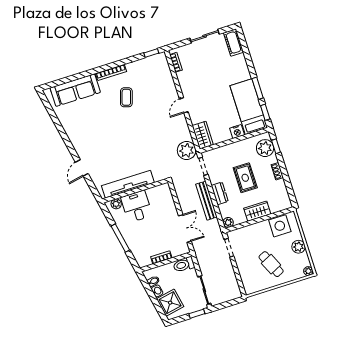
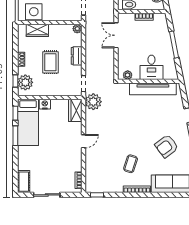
armchair: (94, 128) -> (167, 146), added
bench: (207, 201) -> (90, 53), removed
plant: (116, 204) -> (128, 75), moved
wardrobe: (257, 211) -> (37, 30), moved

